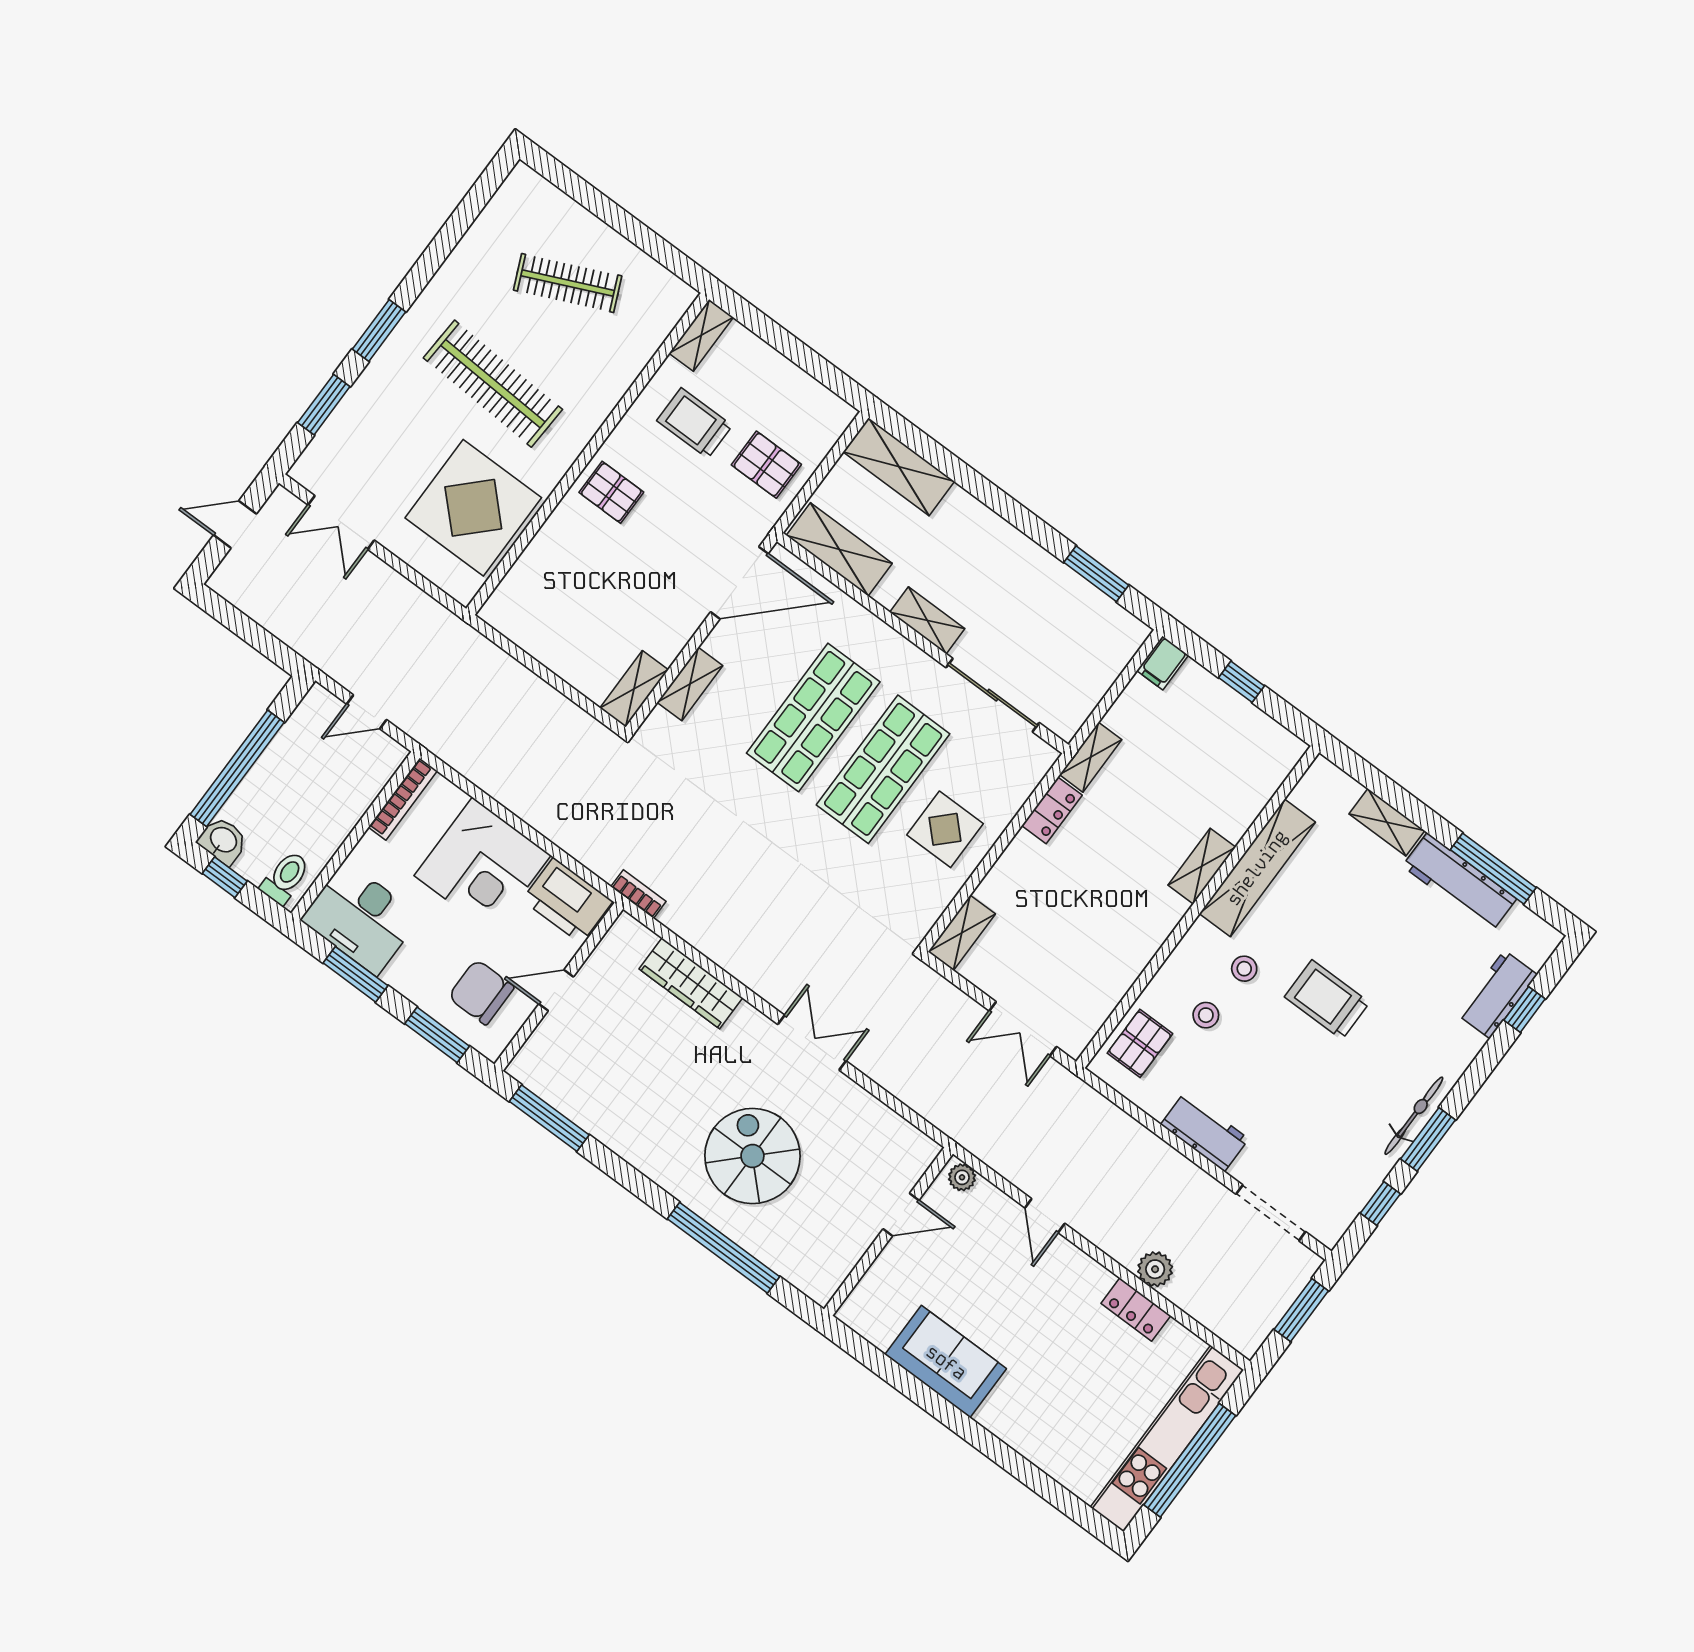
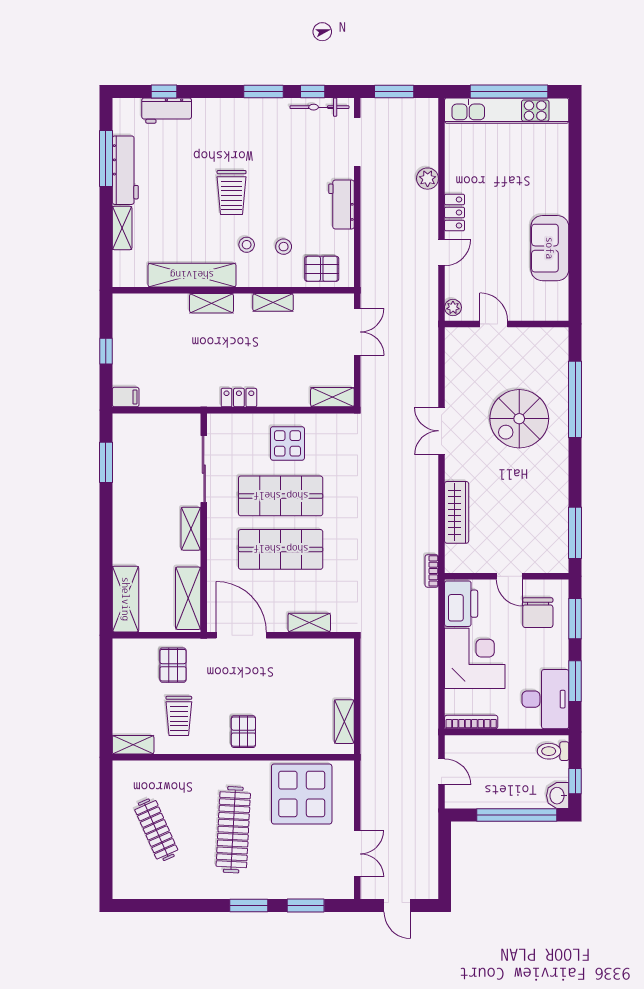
shelving: (634, 689) -> (344, 722), moved, turned 90
shelving: (1091, 757) -> (273, 302), moved
bicycle: (1414, 1116) -> (319, 107), moved
locker: (1136, 1310) -> (454, 212), moved

